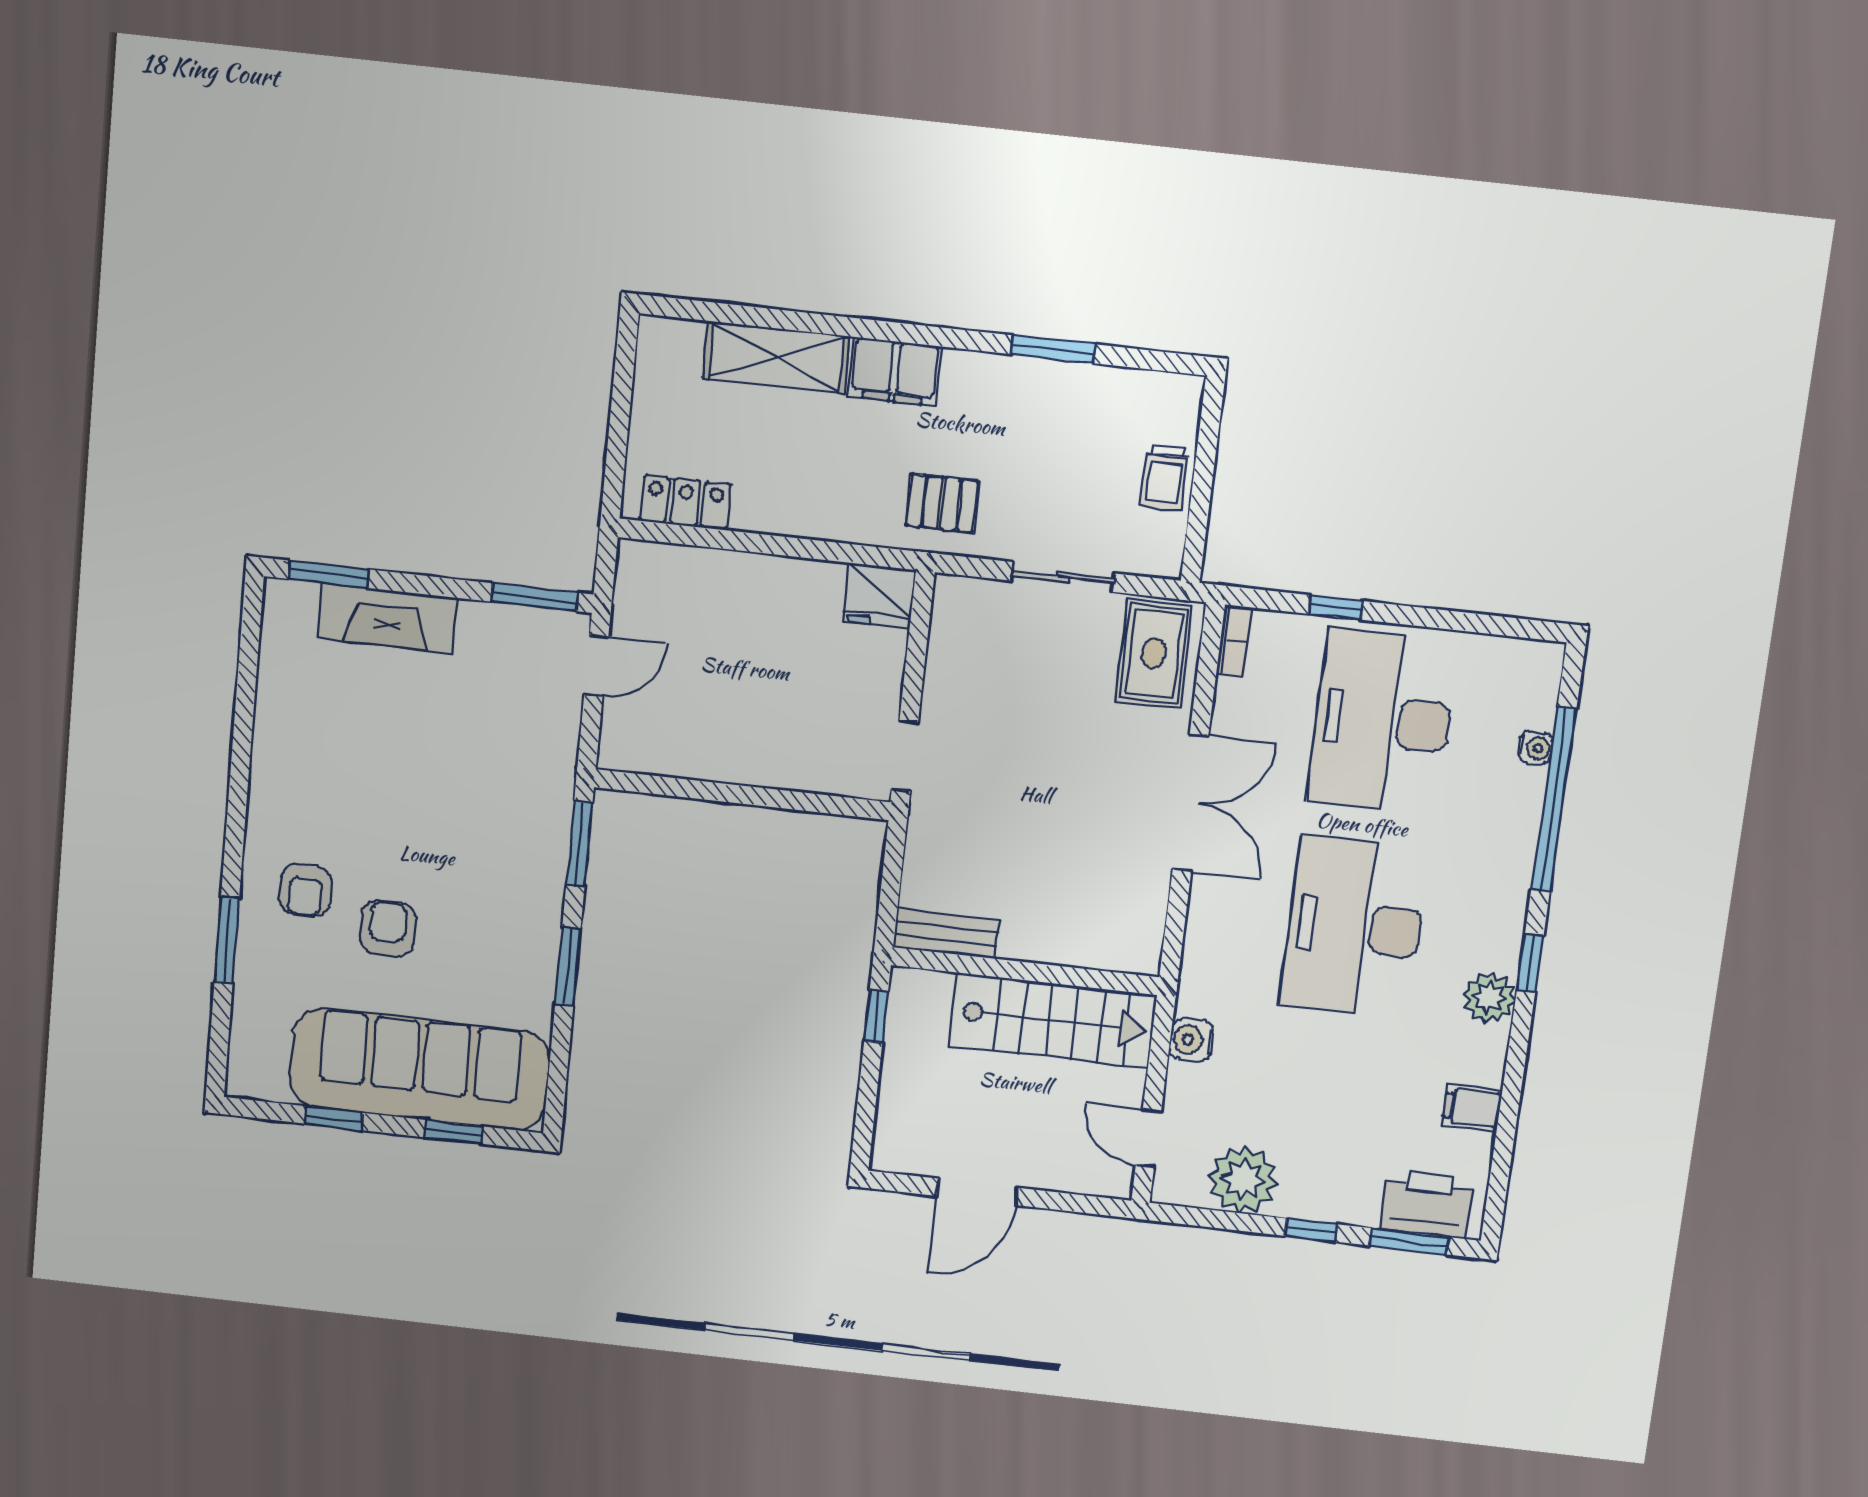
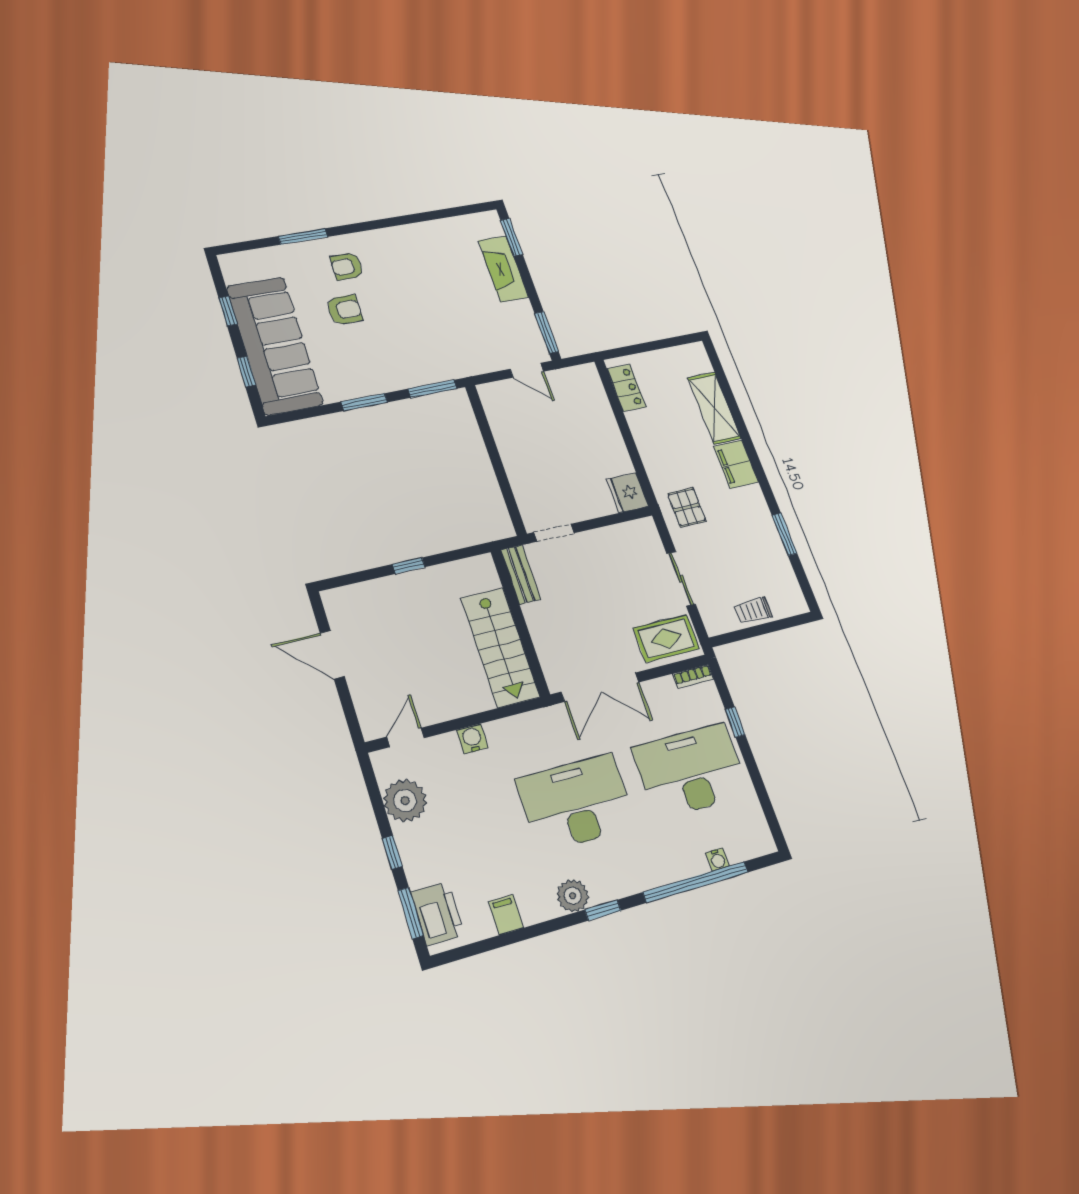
bench: (946, 934) -> (521, 575), moved
wall: (1025, 971) -> (520, 622), moved
stairs: (1053, 1021) -> (500, 647), moved

